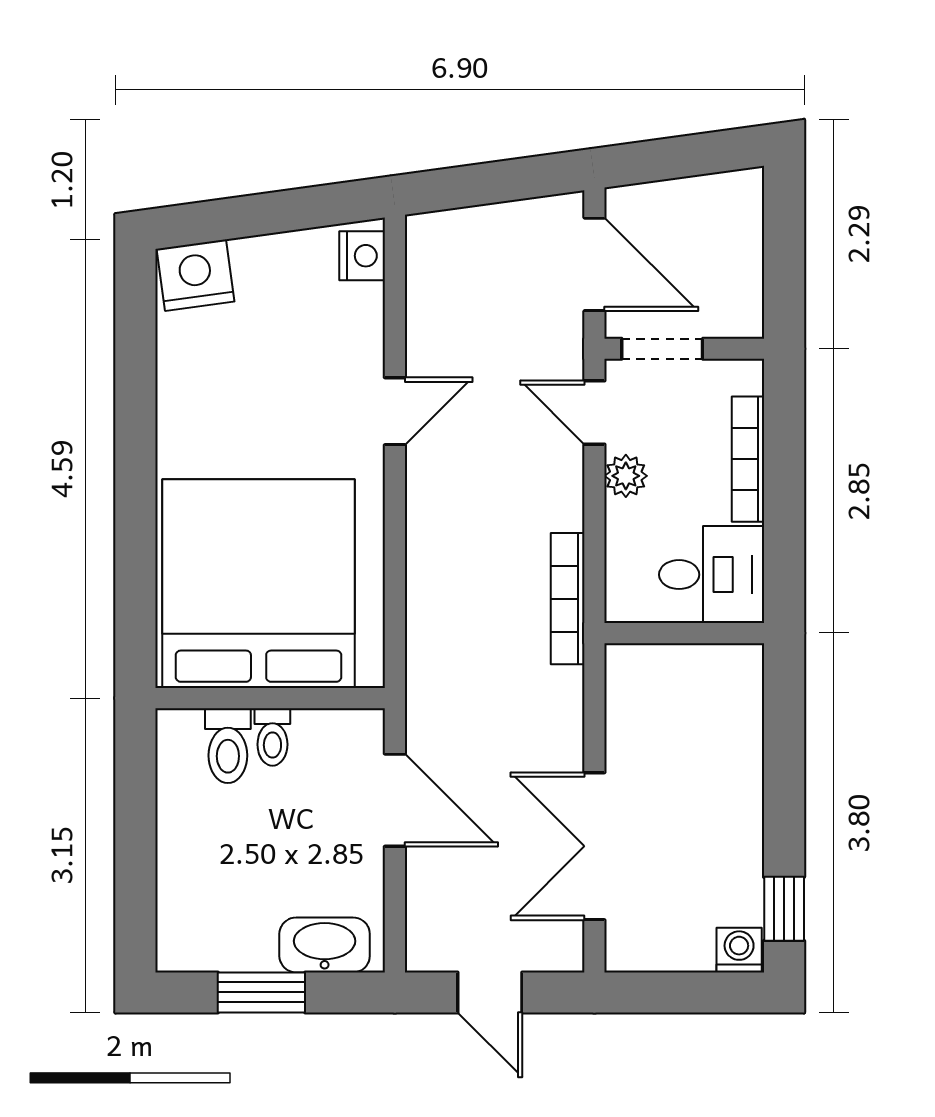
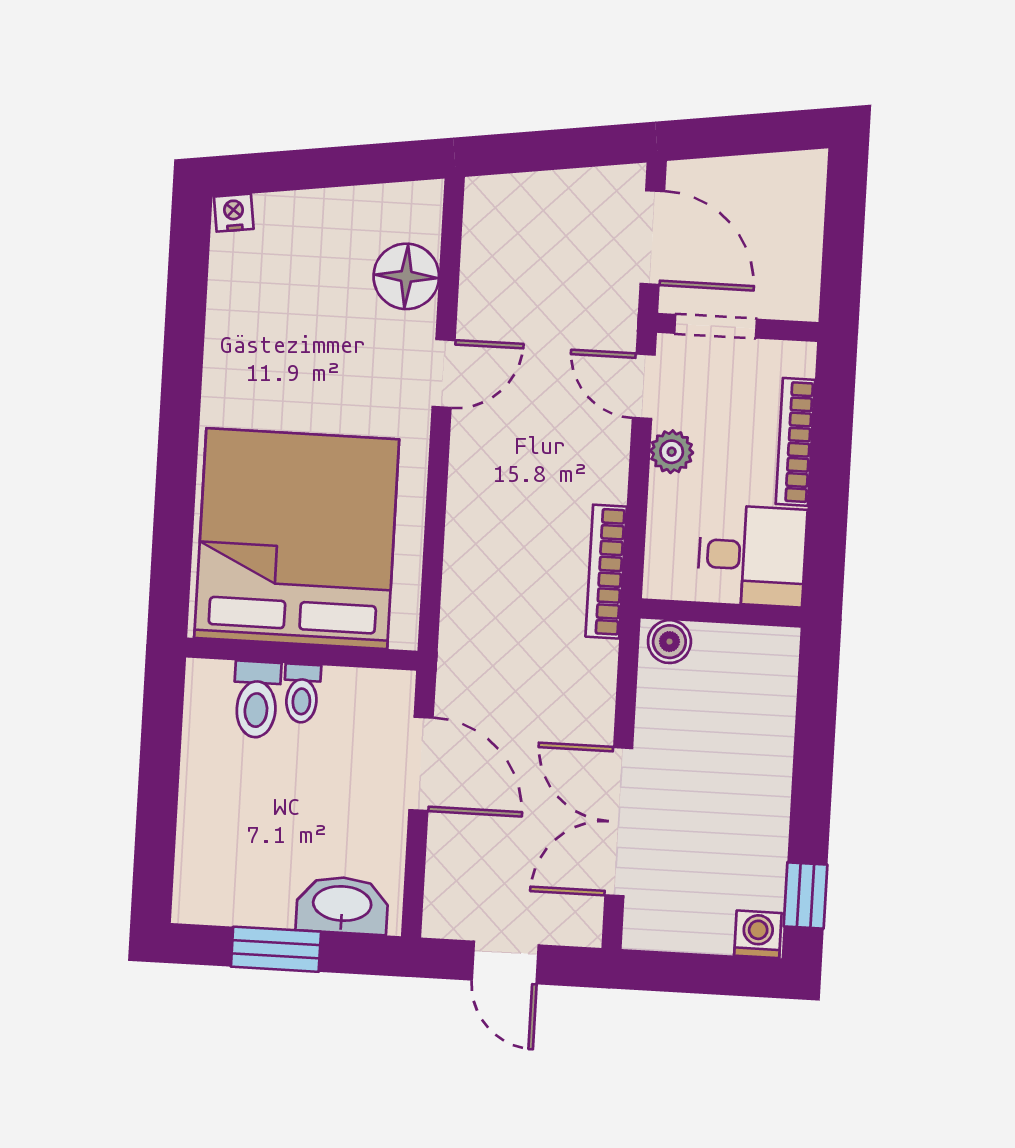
nightstand: (362, 256) -> (420, 215), removed
nightstand: (195, 275) -> (234, 213), width x0.53, depth x0.56
floor lamp: (352, 317) -> (406, 276), added
boiler: (634, 665) -> (669, 642), added

